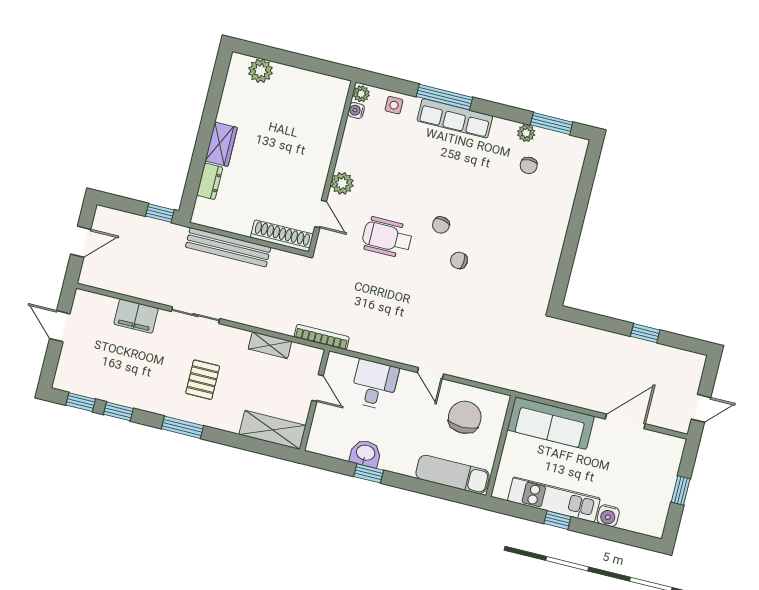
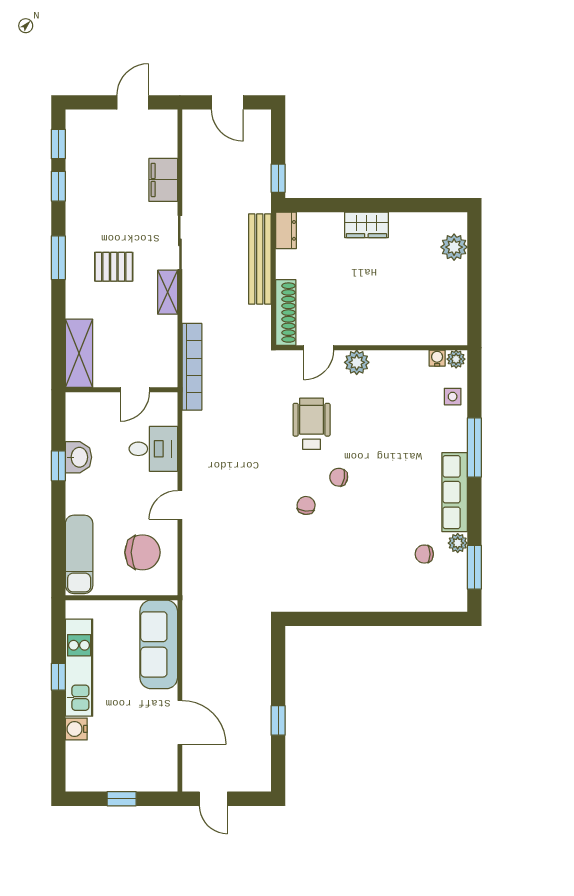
row of seats: (455, 118) -> (455, 492), moved
dresser: (210, 181) -> (286, 230), moved, turned -90
bookcase: (322, 337) -> (192, 367), width x1.48, depth x1.31
shelving: (270, 345) -> (168, 292), moved

